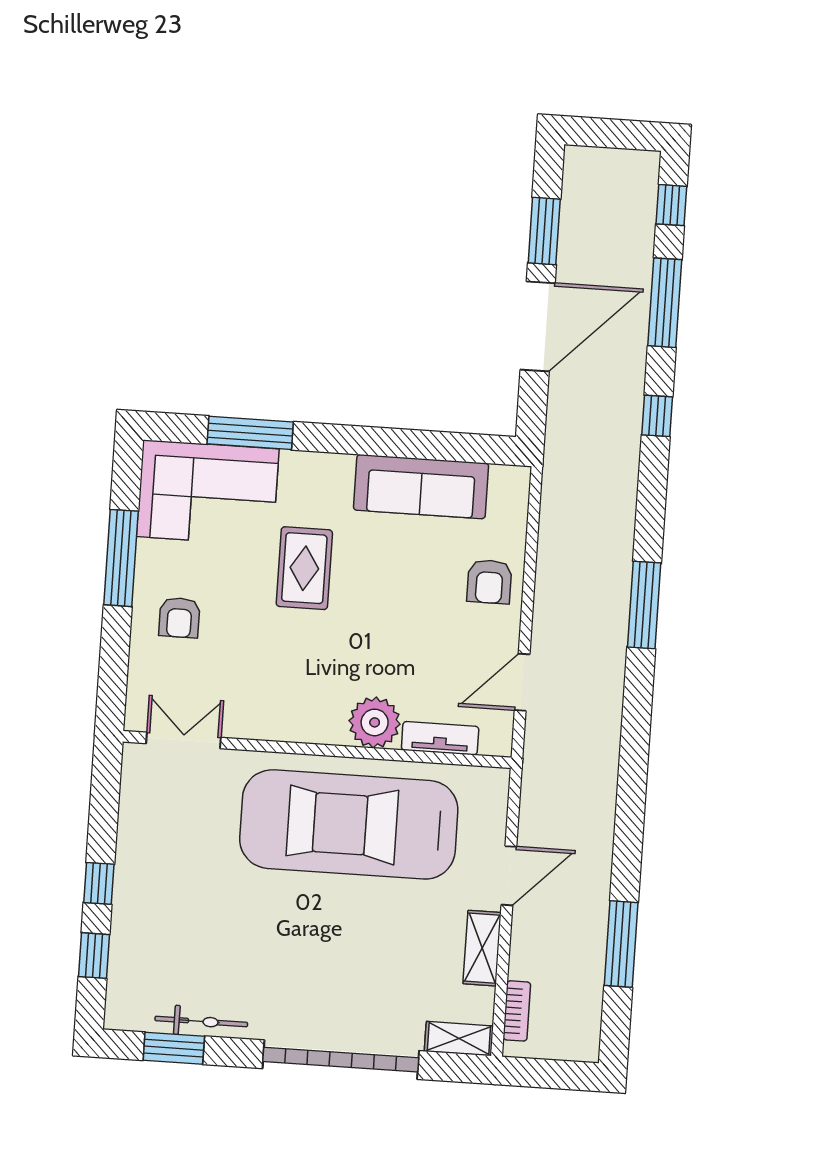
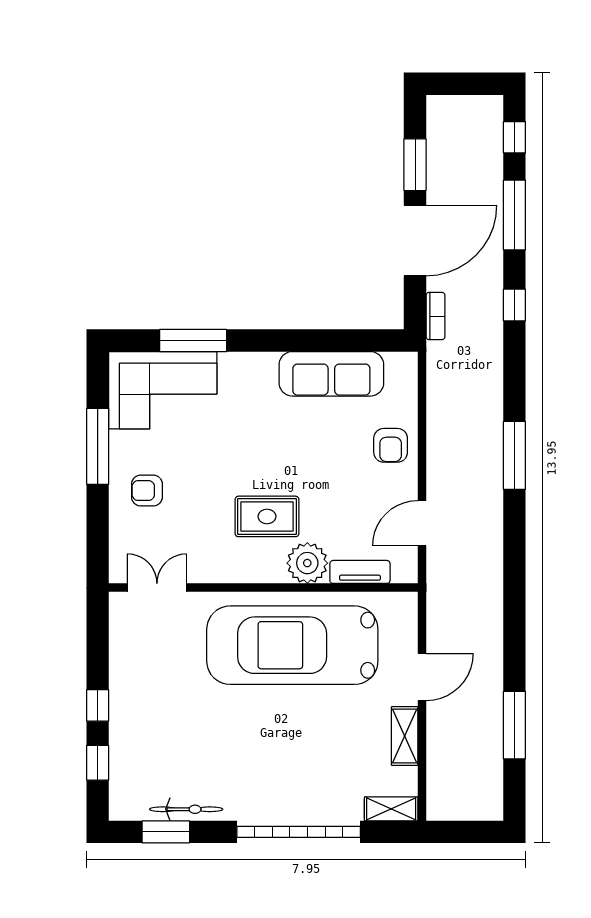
rug: (304, 568) -> (267, 516), moved, turned 90
armchair: (179, 618) -> (147, 491), turned 90
bookcase: (517, 1011) -> (436, 316), moved

